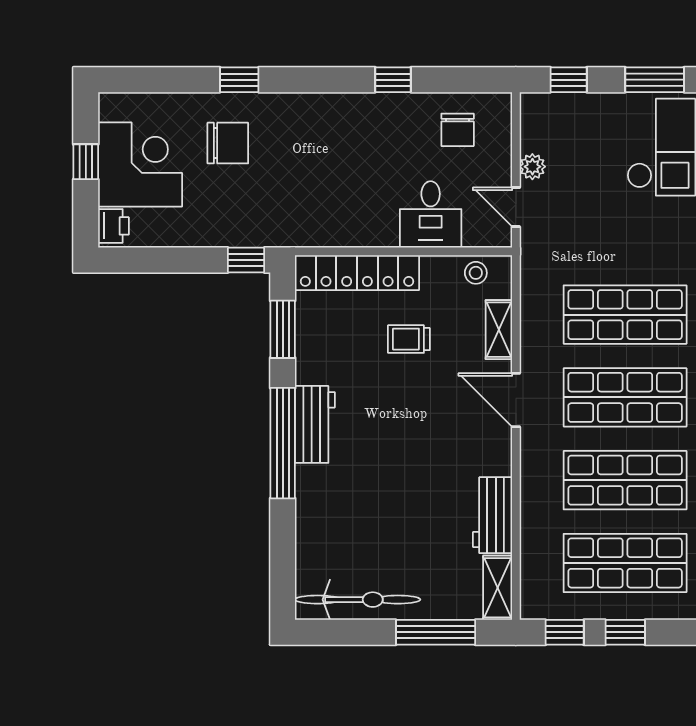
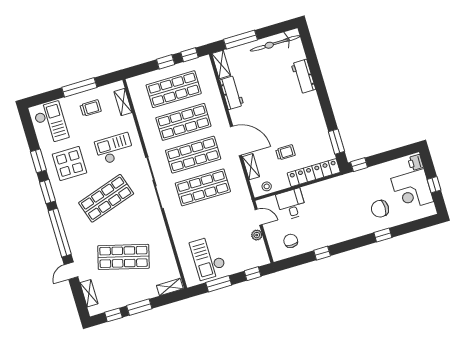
door: (516, 400) -> (236, 141), width x1.36
workbench: (315, 424) -> (303, 77), moved
window: (283, 443) -> (323, 96), removed

